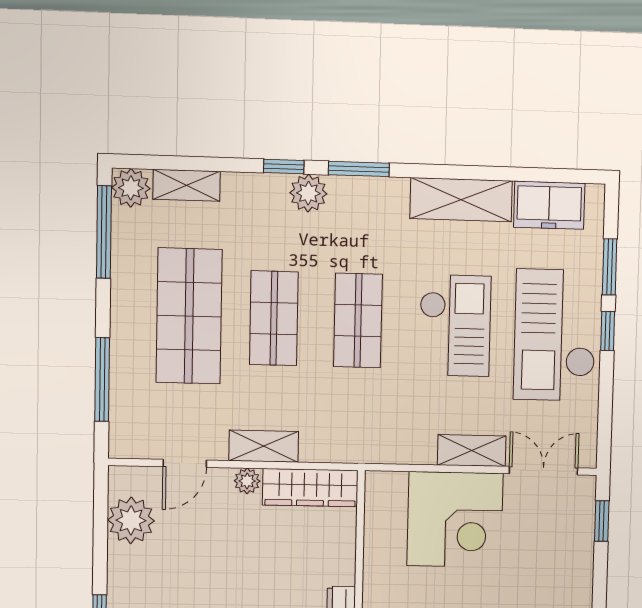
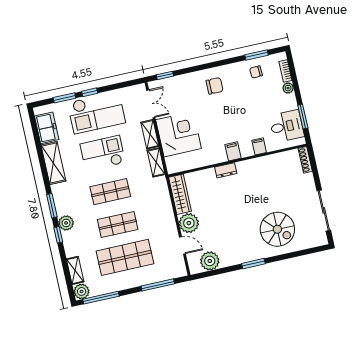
shelving: (264, 446) -> (156, 162), moved
double door: (544, 471) -> (151, 104), swing flipped
plant: (247, 481) -> (189, 223), width x1.87, depth x1.87

